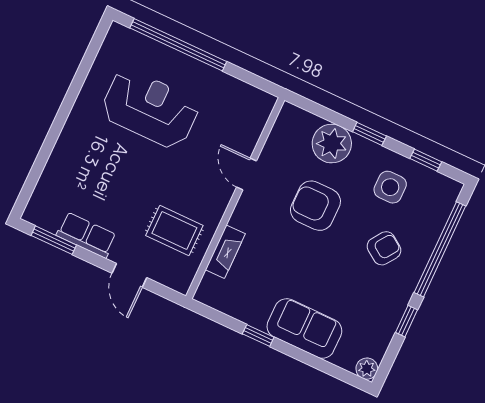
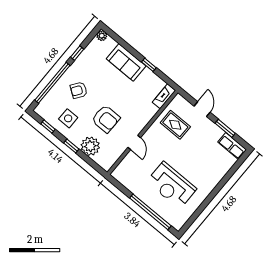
row of seats: (86, 235) -> (232, 146), moved
window: (54, 240) -> (225, 128), moved
fireplace: (225, 252) -> (164, 96), moved

